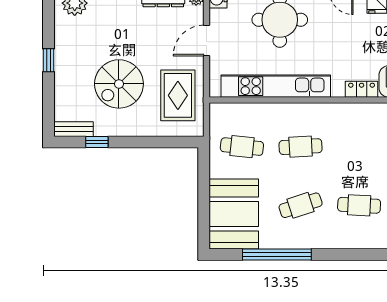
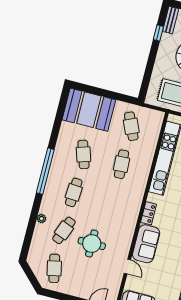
cafe table: (242, 147) -> (131, 126), turned -30
window: (277, 254) -> (45, 171), moved

